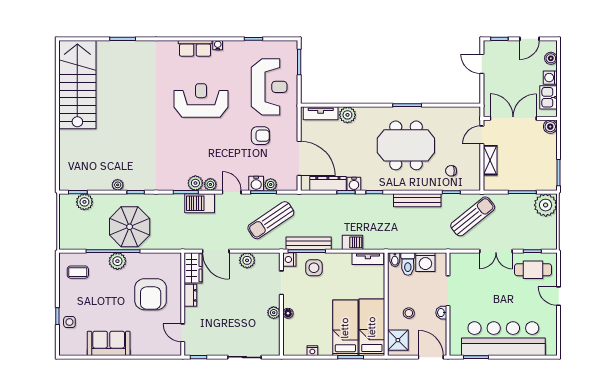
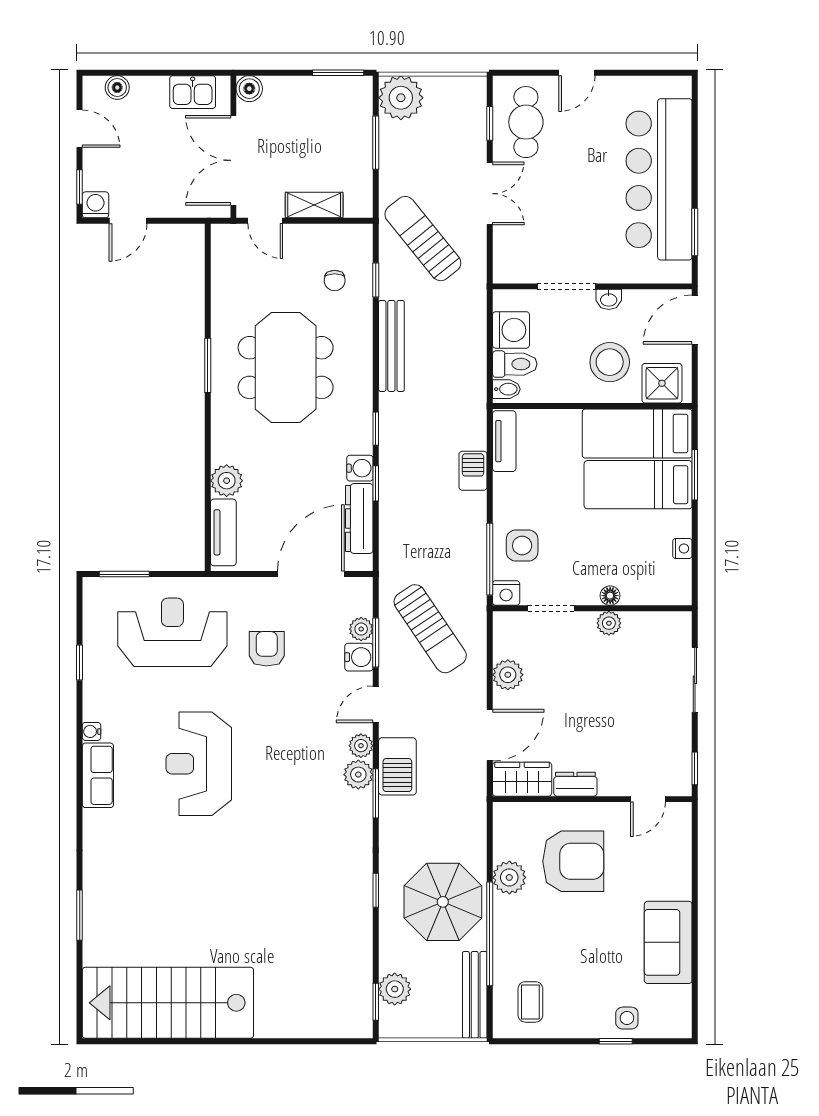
washing machine: (550, 78) -> (96, 205), moved, turned 180
plant: (118, 185) -> (362, 925), removed
bench: (309, 243) -> (475, 995), moved
plant: (117, 261) -> (509, 877), moved
stool: (409, 313) -> (610, 362), width x1.89, depth x1.89

